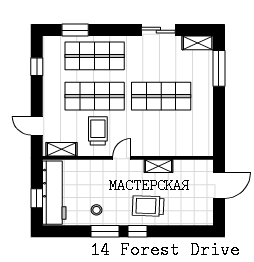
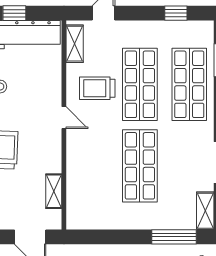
trolley: (98, 131) -> (97, 88), turned 180
shelving: (159, 166) -> (54, 191), moved

